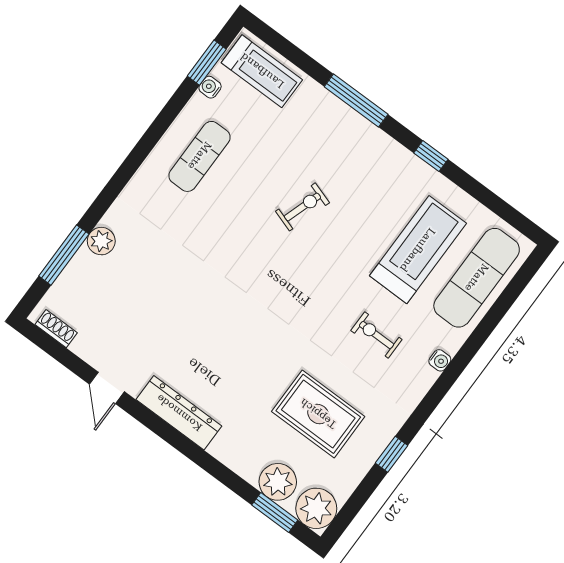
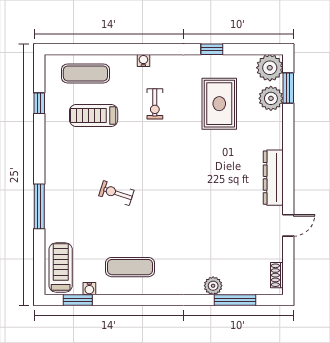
window: (431, 156) -> (39, 103), moved
treadmill: (418, 250) -> (94, 115), width x0.73, depth x0.73
exercise mat: (477, 278) -> (85, 73), width x0.73, depth x0.69

